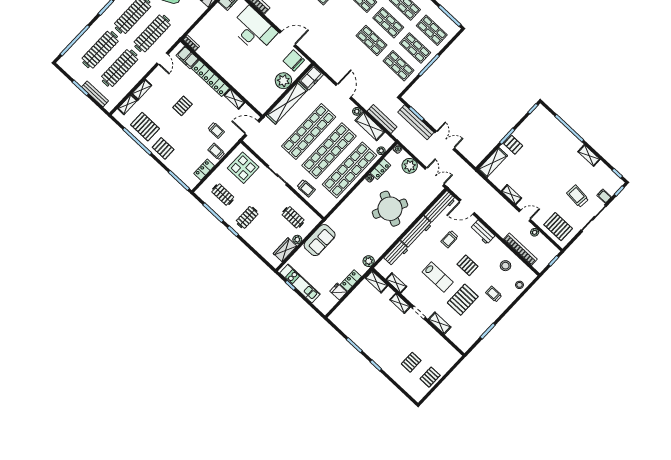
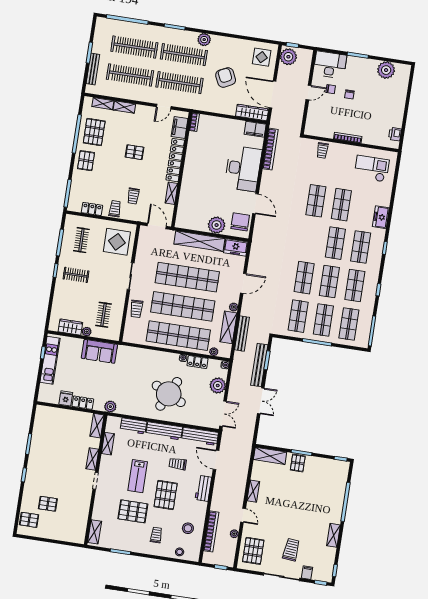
pallet: (467, 265) -> (166, 495), width x1.50, depth x1.42
shelving: (440, 323) -> (95, 532), moved
pallet: (430, 377) -> (29, 520), moved

